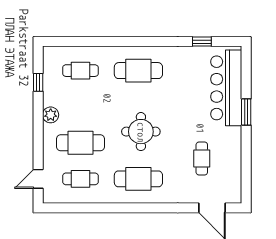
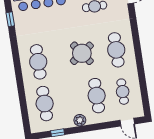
cafe table: (80, 71) -> (45, 104), width x1.37, depth x1.35
round table: (141, 132) -> (82, 53), turned -36

